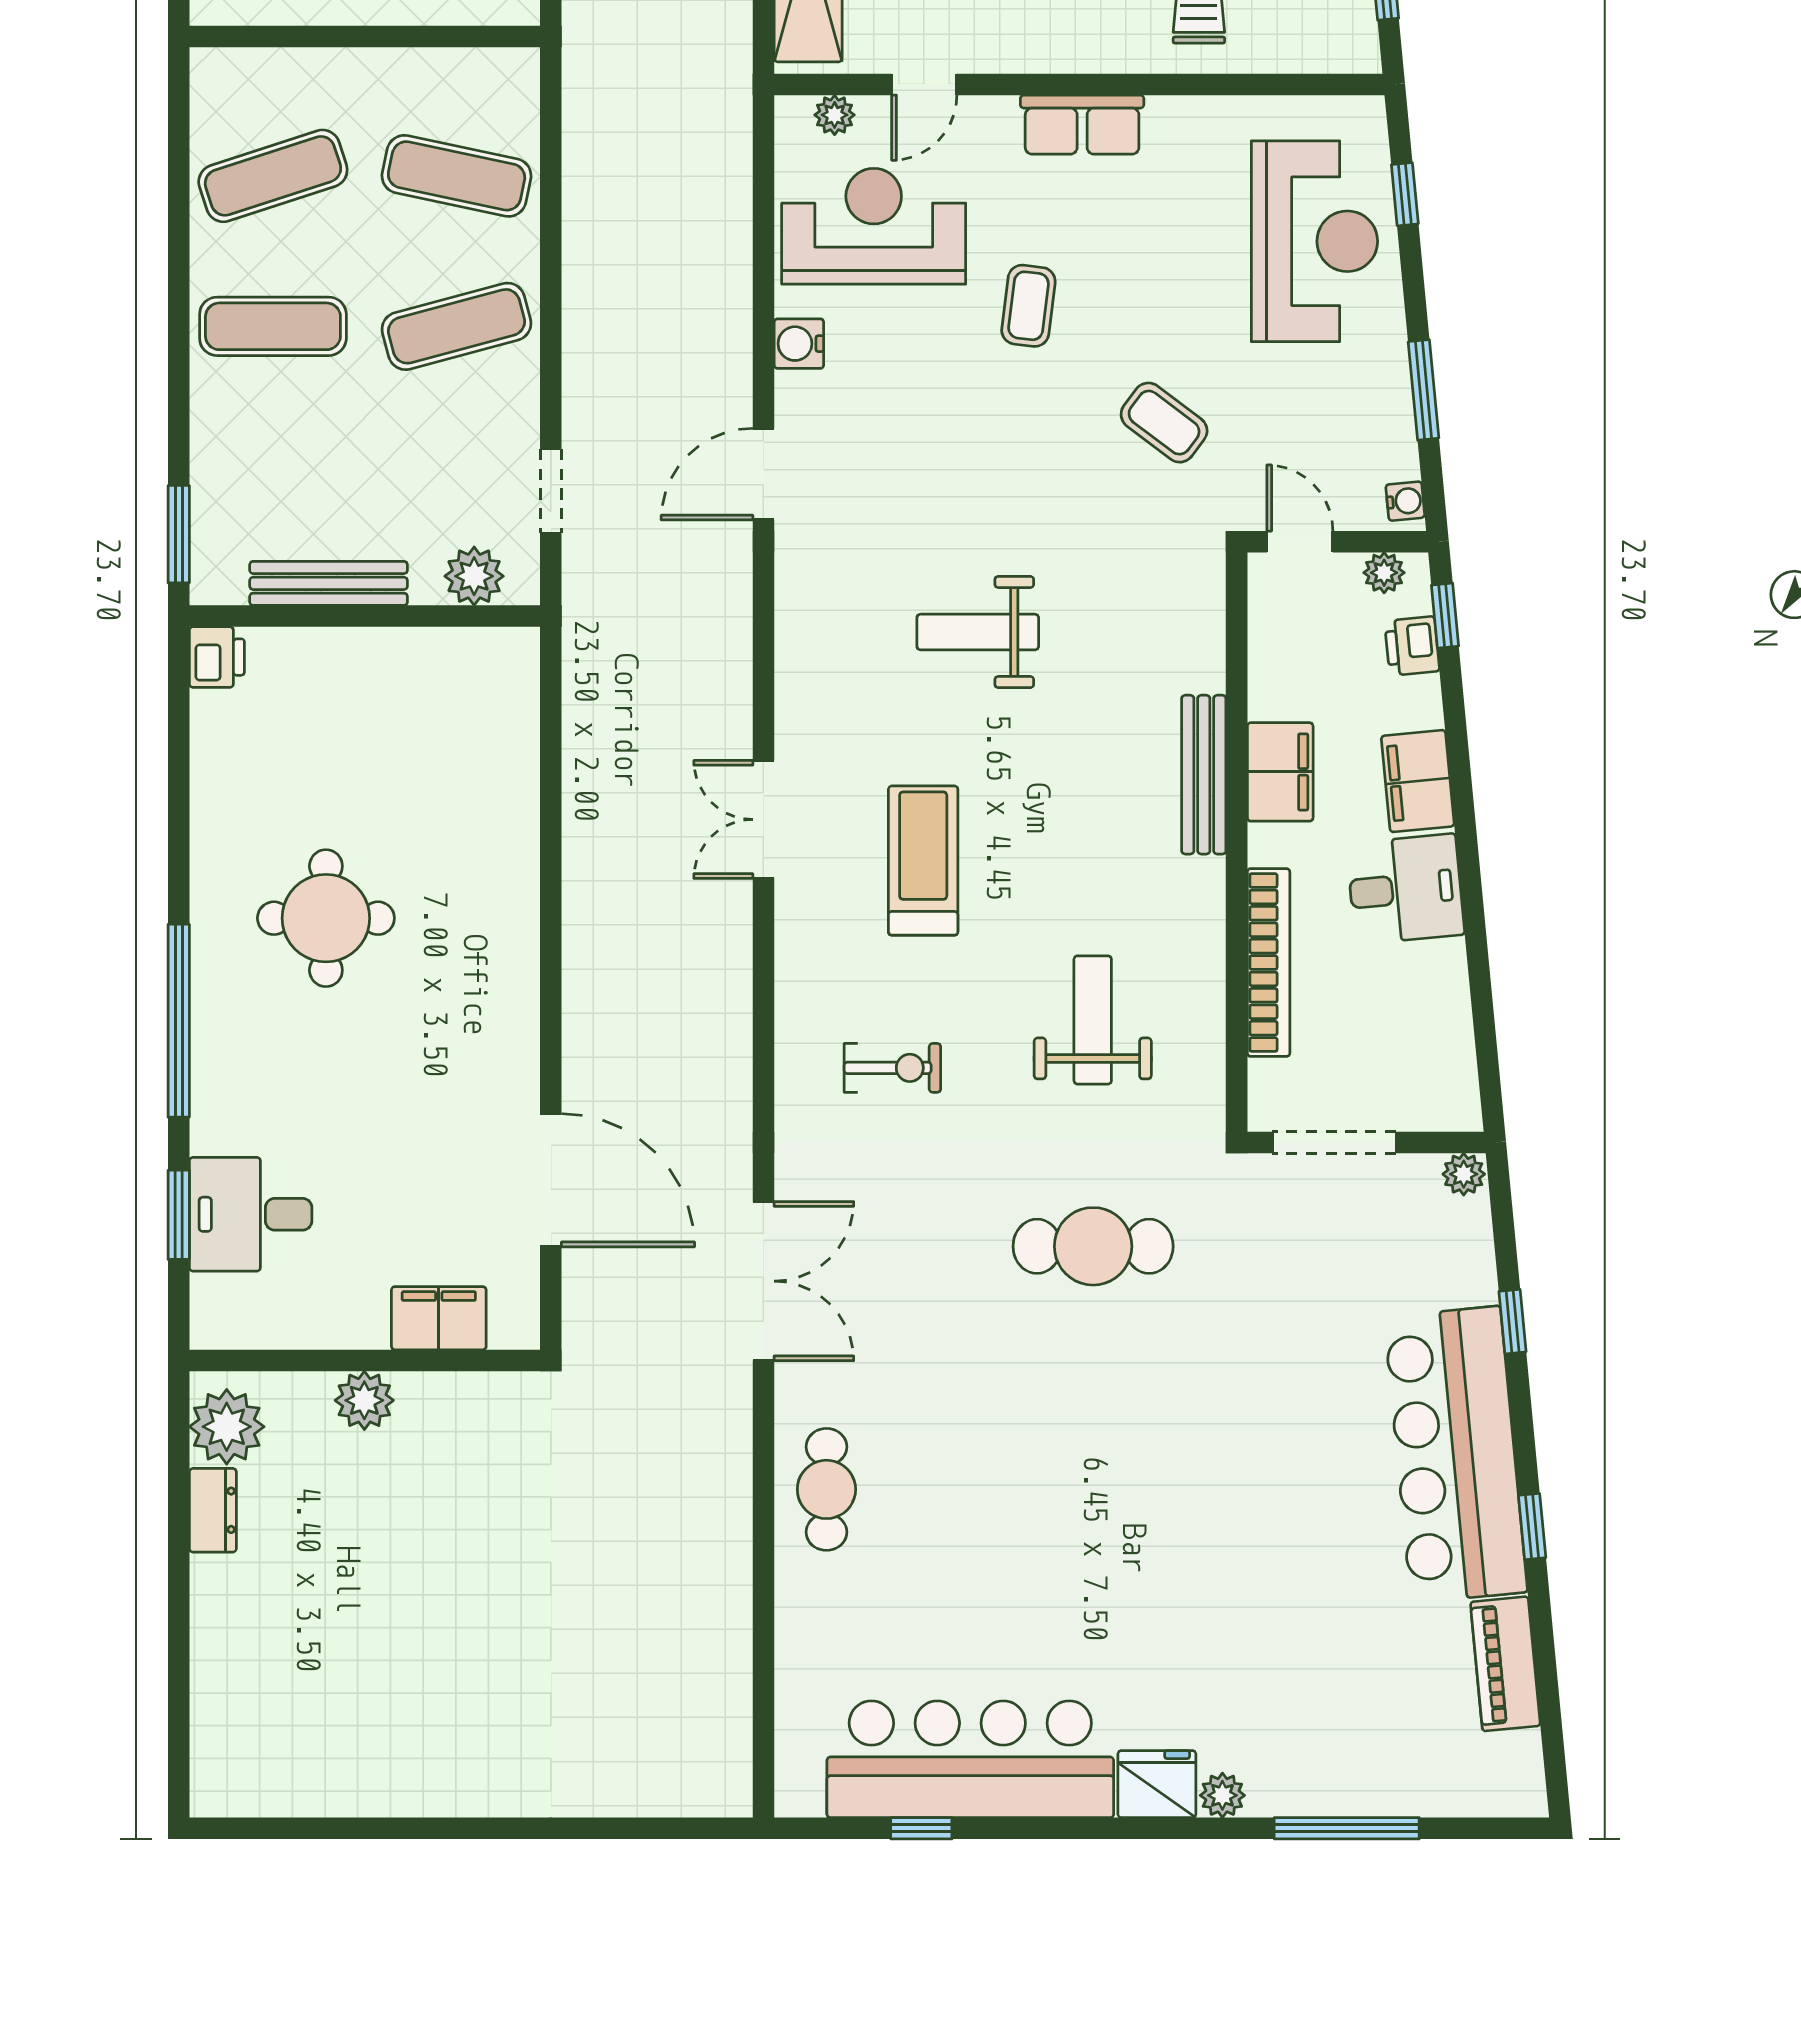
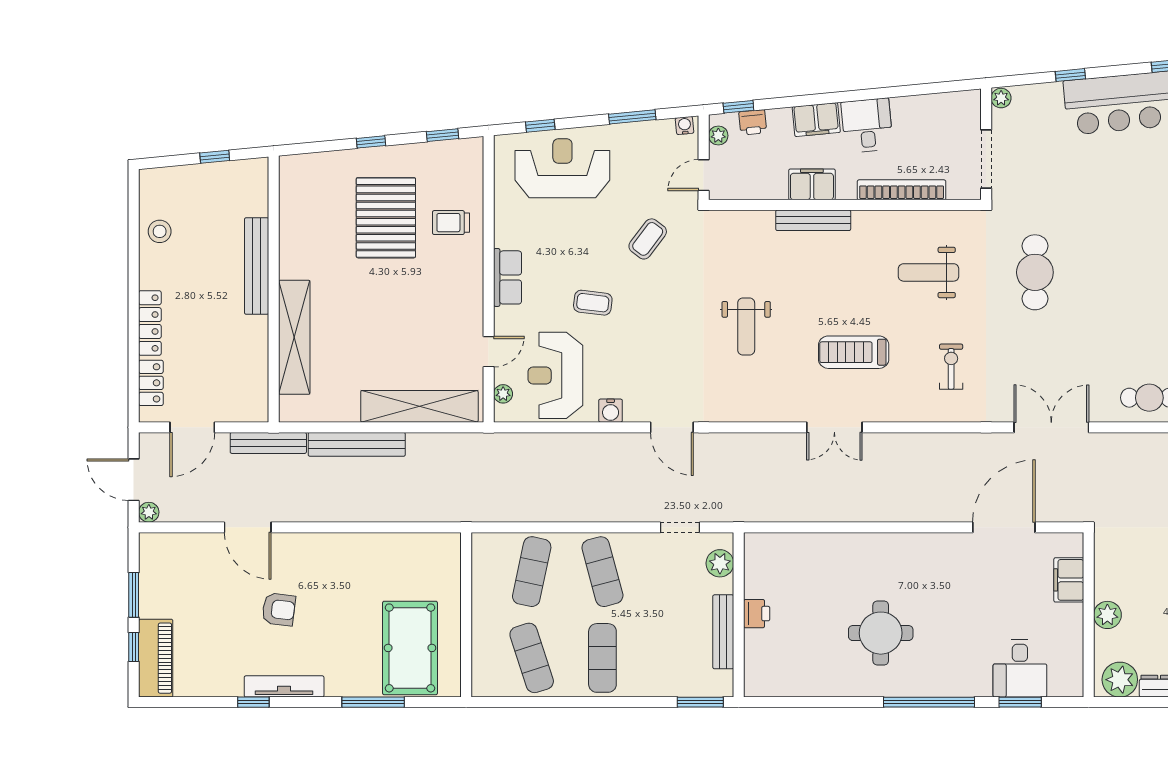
door: (924, 84) -> (489, 352), hinge flipped
printer: (217, 657) -> (757, 614), moved, turned 90

